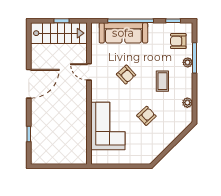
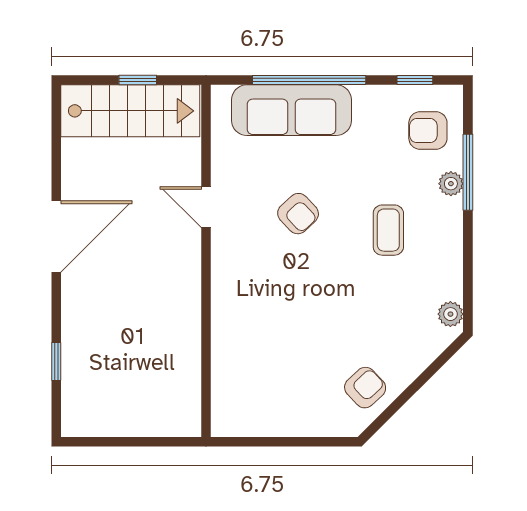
plant: (187, 103) -> (450, 314), moved
armchair: (146, 116) -> (365, 388), moved
corner sofa: (108, 126) -> (253, 342), removed

